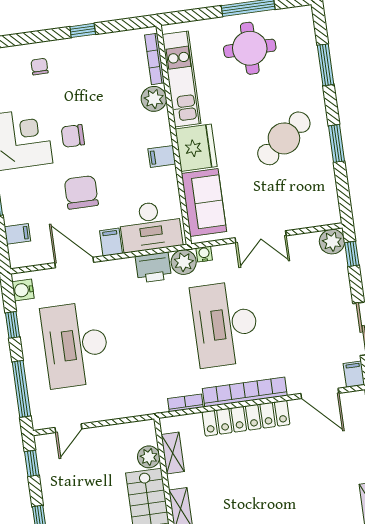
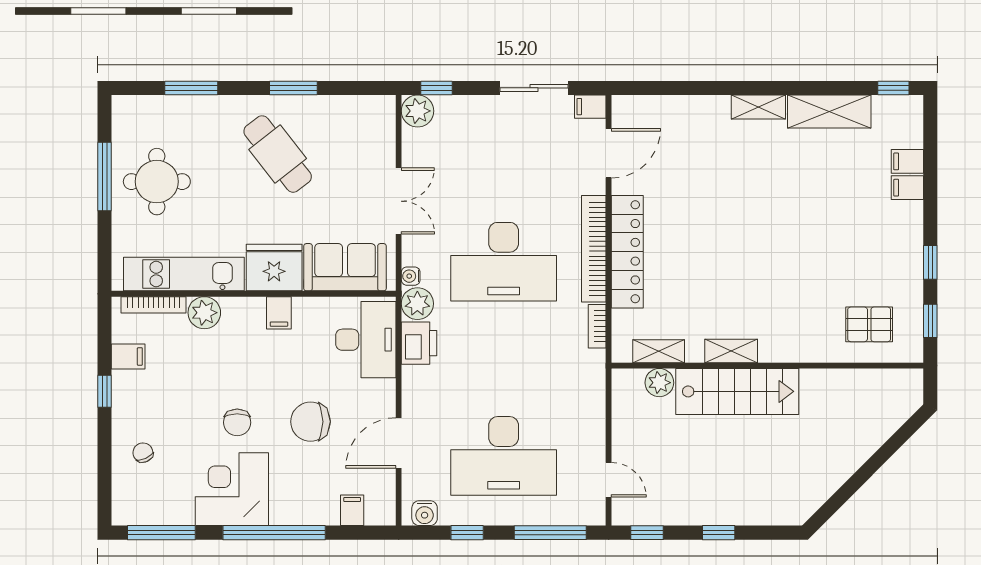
chair: (40, 67) -> (143, 453), turned 66
filing cabinet: (111, 242) -> (128, 356), moved, turned 180

